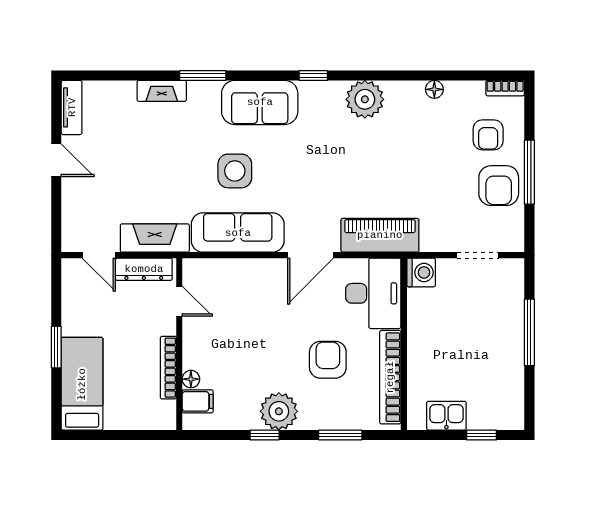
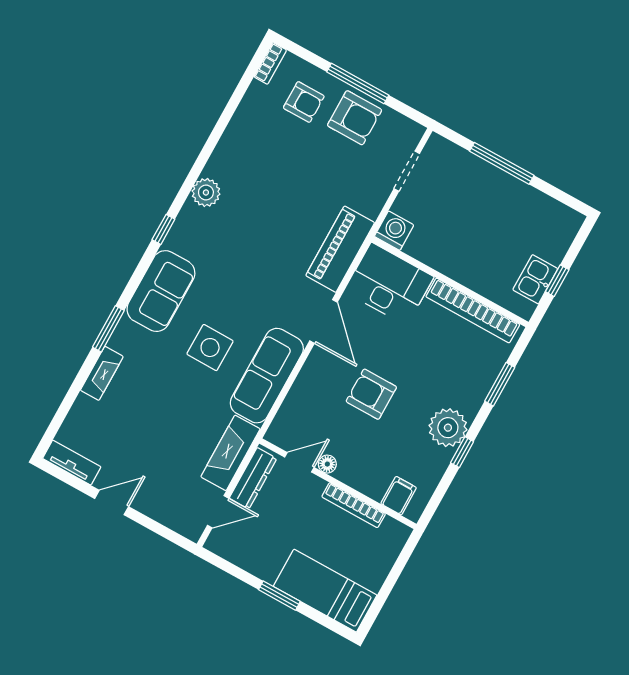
floor lamp: (434, 89) -> (236, 128), removed
plant: (365, 99) -> (206, 193), width x0.73, depth x0.73
armchair: (328, 360) -> (371, 394), moved
floor lamp: (191, 379) -> (327, 464), moved
window: (481, 435) -> (557, 281), moved

